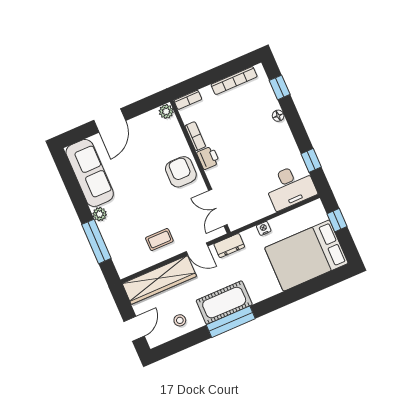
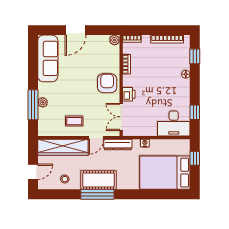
printer: (208, 158) -> (129, 94), moved
plant: (100, 214) -> (43, 102), moved
dresser: (229, 246) -> (118, 145), width x1.44
door: (197, 249) -> (96, 138), hinge flipped

